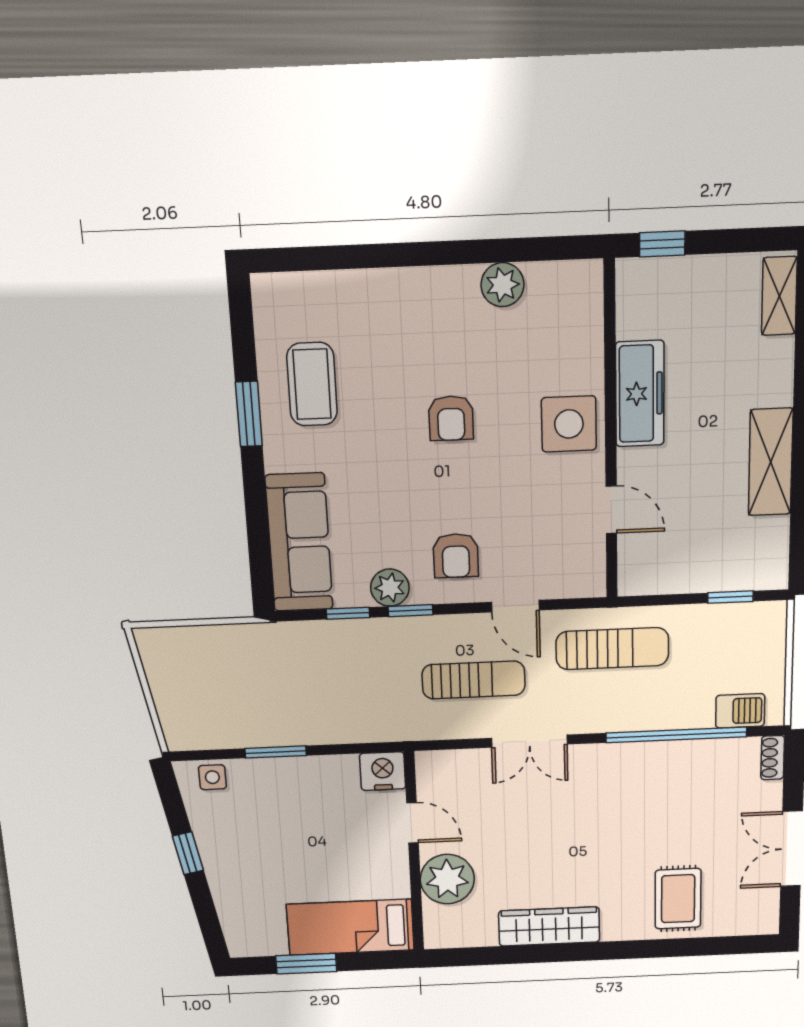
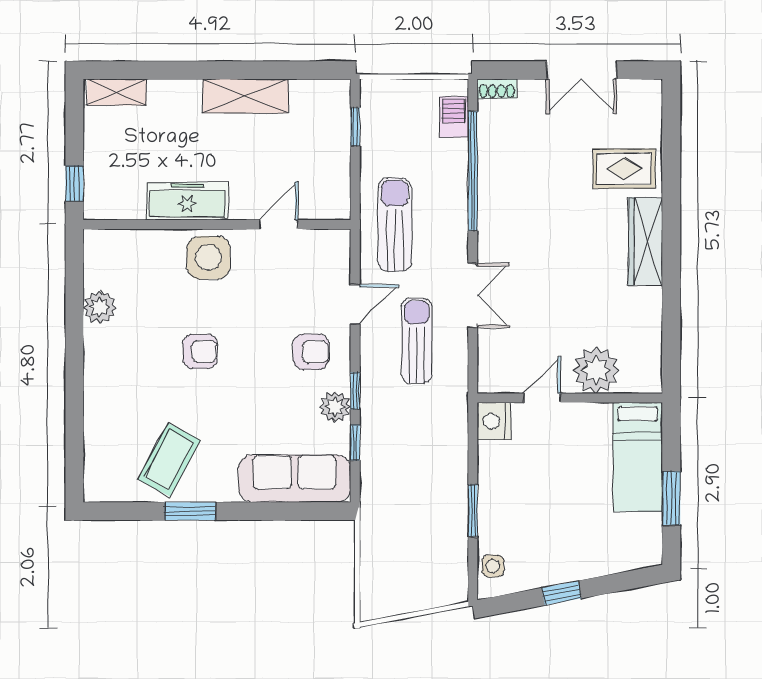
coffee table: (312, 384) -> (169, 460), turned -62
wardrobe: (549, 926) -> (645, 241), moved

